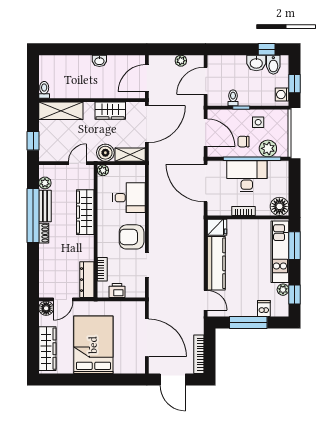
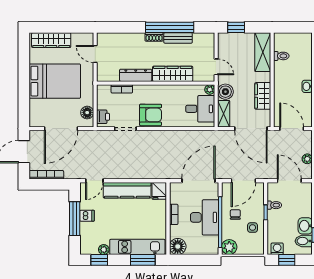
toilet: (44, 90) -> (281, 56), moved
plant: (268, 148) -> (229, 247), moved
plant: (45, 183) -> (199, 38), removed
desk: (129, 198) -> (200, 109), moved, turned -90
armchair: (132, 237) -> (151, 115), turned 90
dresser: (87, 280) -> (136, 75), moved
printer: (117, 290) -> (103, 117), moved
floor lamp: (46, 308) -> (87, 113), moved
dishwasher: (264, 308) -> (87, 216), moved

